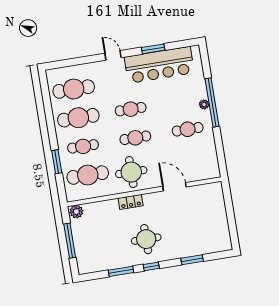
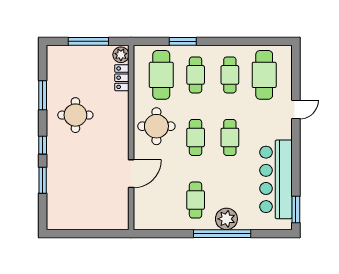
window: (153, 49) -> (296, 210), moved
door: (113, 55) -> (296, 110), moved
plant: (204, 104) -> (226, 219), width x1.88, depth x1.88
cafe table: (78, 118) -> (230, 75), width x0.73, depth x0.74
locker: (131, 202) -> (122, 78), moved
round table: (146, 239) -> (75, 115), moved
window: (151, 266) -> (43, 145), moved

